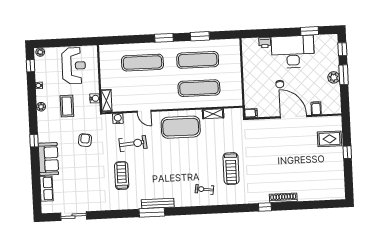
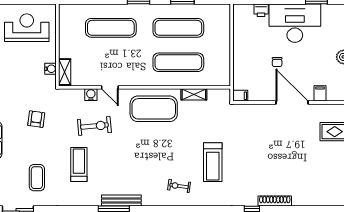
reception desk: (74, 66) -> (27, 28), turned -90
coffee table: (67, 106) -> (37, 178), moved
water cooler: (118, 119) -> (91, 95), moved

